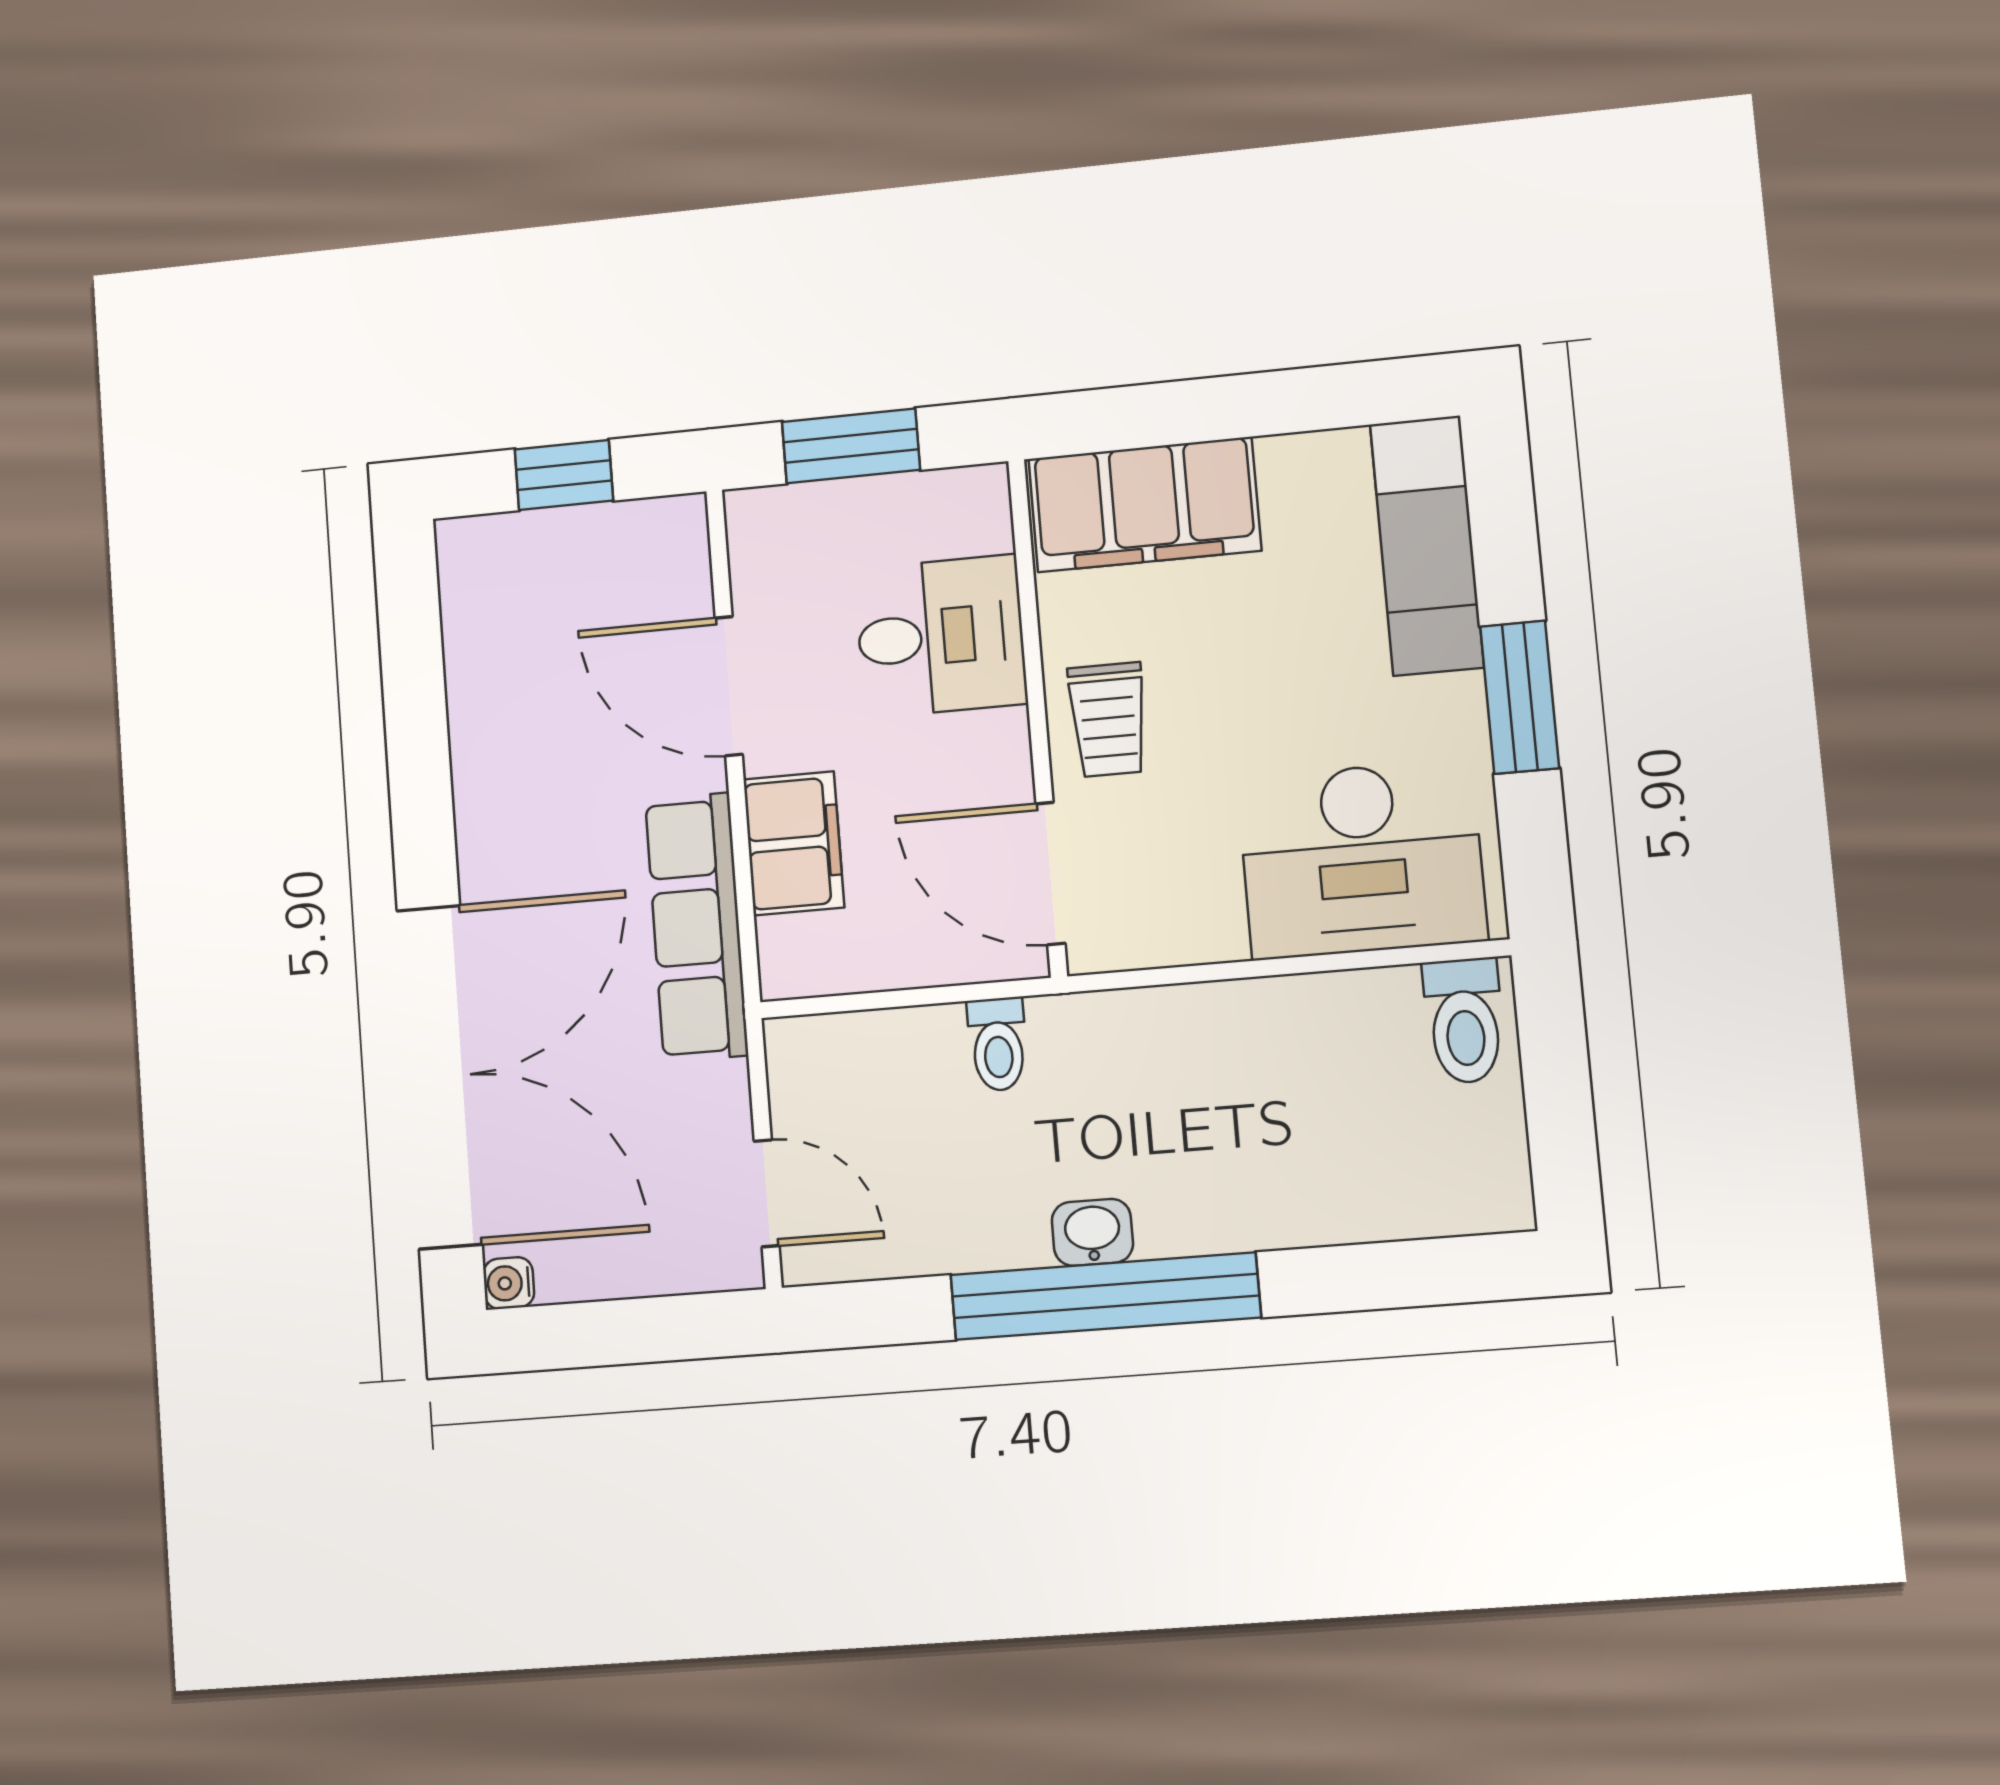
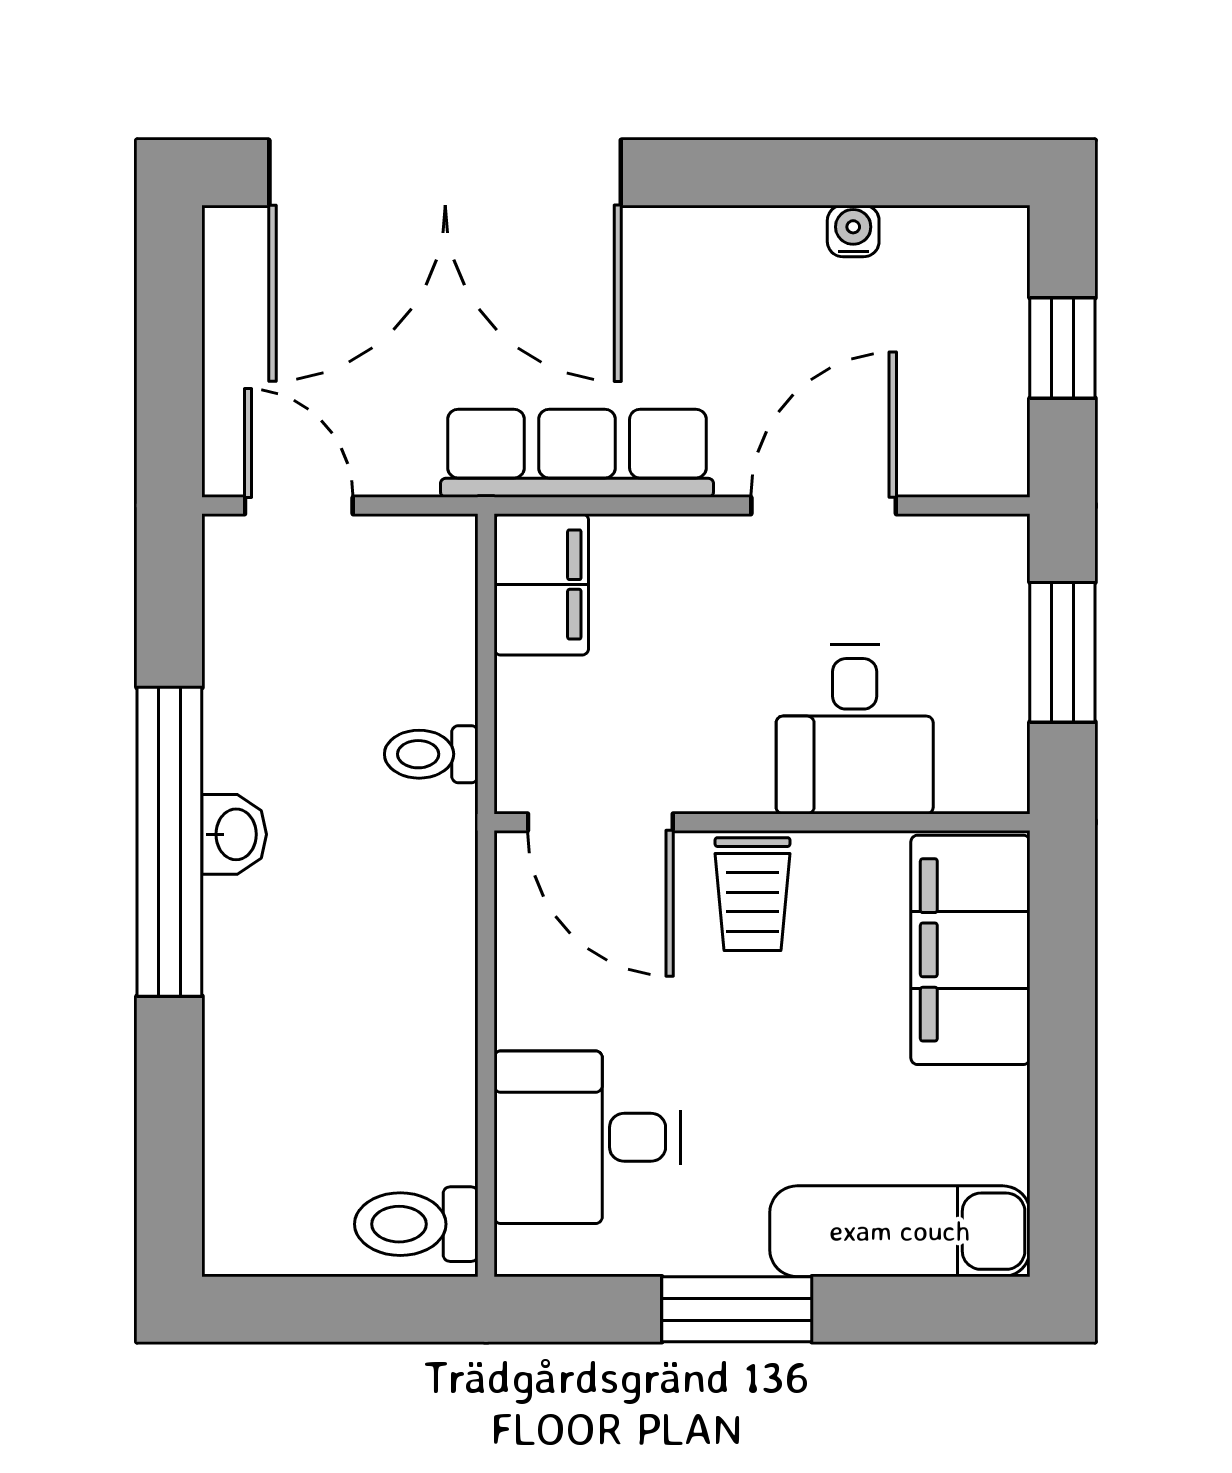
trolley: (1108, 720) -> (752, 894), turned -90
filing cabinet: (794, 843) -> (541, 584), moved, turned -90
desk: (1362, 859) -> (587, 1137), width x0.73
door: (1050, 874) -> (600, 822), swing flipped
door: (767, 1193) -> (299, 506), swing flipped
water cooler: (509, 1283) -> (853, 231), moved

